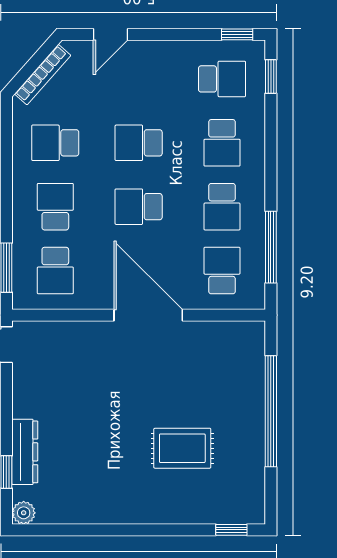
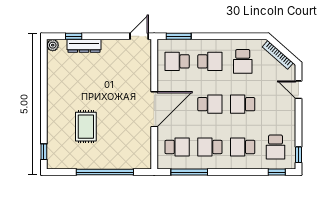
school desk: (55, 143) -> (243, 61), turned 180
school desk: (139, 143) -> (243, 104), turned -90
school desk: (139, 207) -> (210, 104), turned 90

